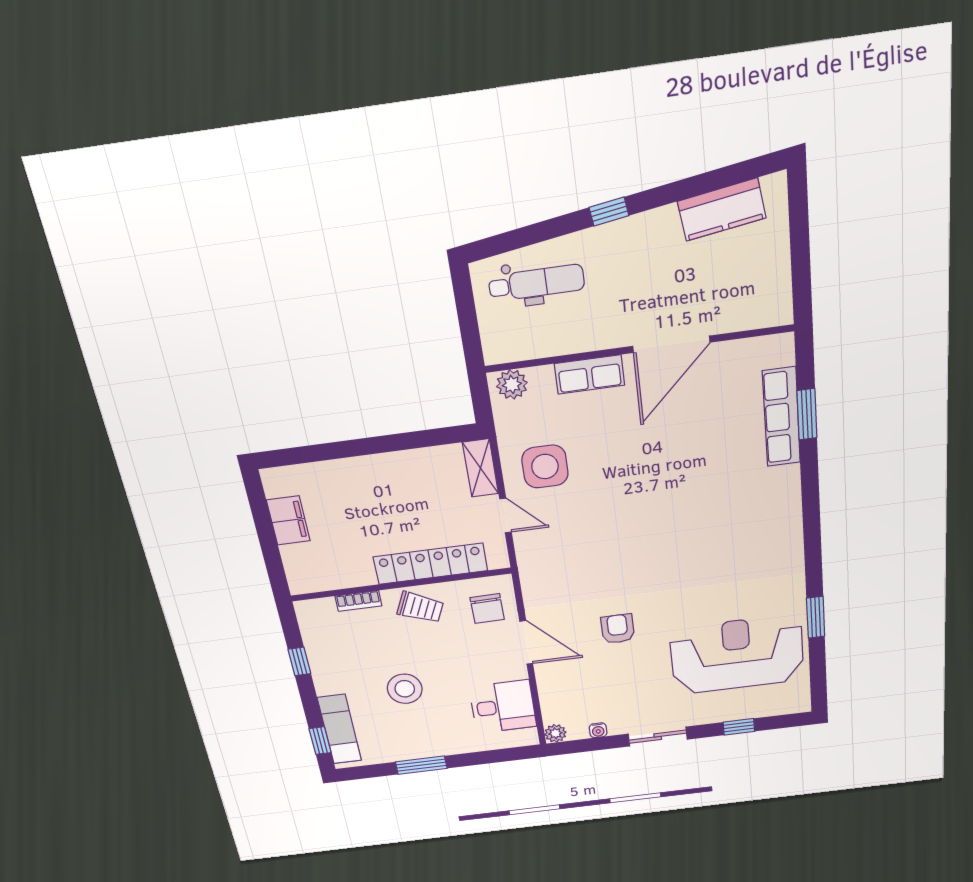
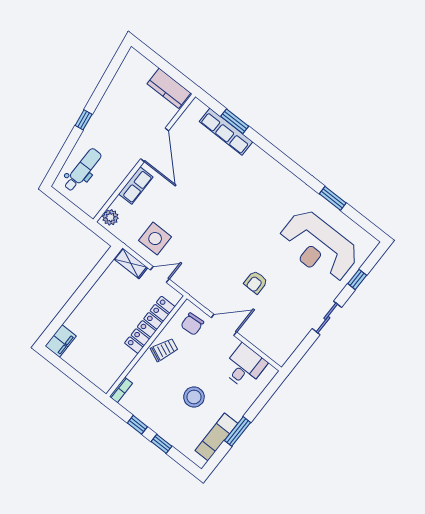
kitchen counter: (722, 210) -> (169, 88), moved, turned 99
filing cabinet: (288, 520) -> (61, 341), moved, turned 90
bookcase: (358, 601) -> (121, 390), moved
chair: (487, 608) -> (192, 324), turned 87
armchair: (618, 629) -> (256, 282), turned -90
reception desk: (737, 655) -> (319, 246), turned -90
exam couch: (339, 729) -> (216, 437), moved, turned -90
water cooler: (598, 730) -> (297, 339), removed
plant: (555, 733) -> (280, 359), removed
window: (320, 741) -> (162, 444), moved

